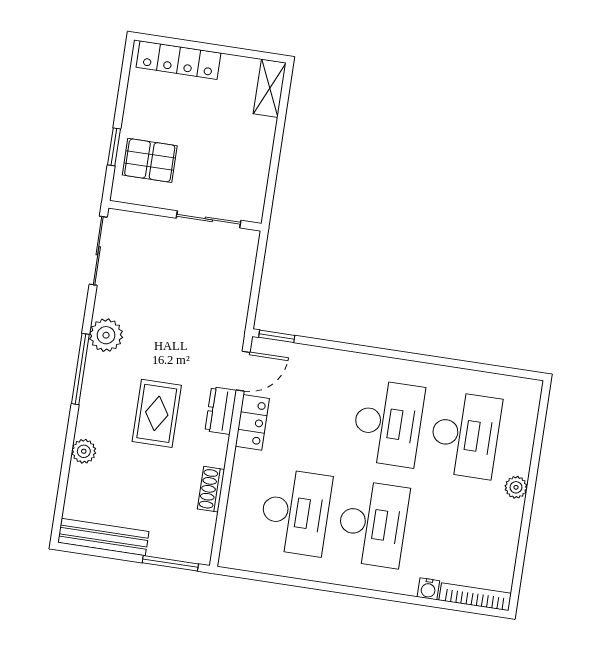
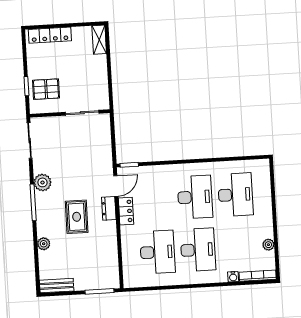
plant: (516, 487) -> (268, 245), moved
shoe rack: (211, 489) -> (112, 249), removed
bench: (103, 537) -> (57, 286), width x0.73

